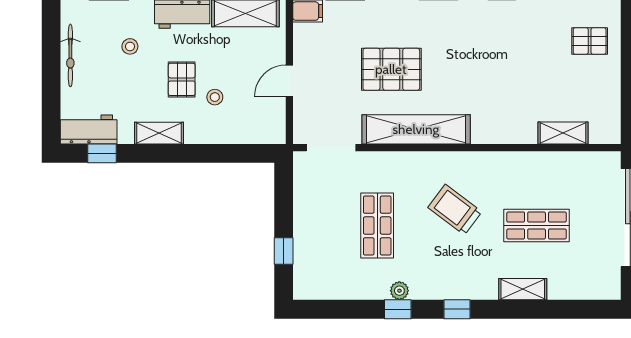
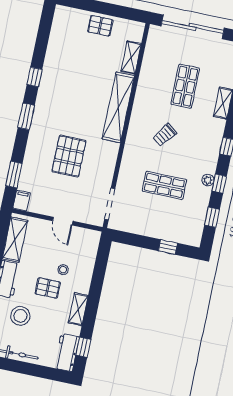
pallet: (590, 41) -> (100, 26), moved, turned 90
stool: (130, 46) -> (20, 316), width x1.89, depth x1.89
shelving: (416, 129) -> (118, 107), moved
trolley: (455, 210) -> (165, 135), width x0.73, depth x0.72
window: (344, 309) -> (212, 217), added

